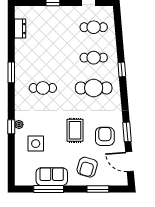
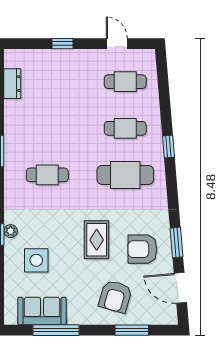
armchair: (105, 136) -> (142, 249), turned -90
sofa: (52, 177) -> (42, 311), moved

